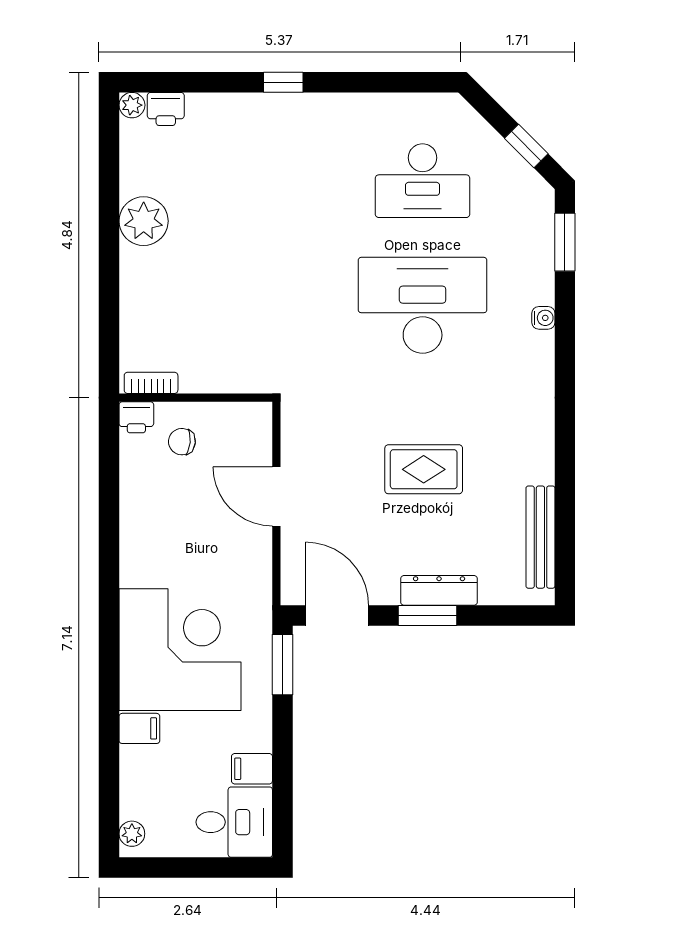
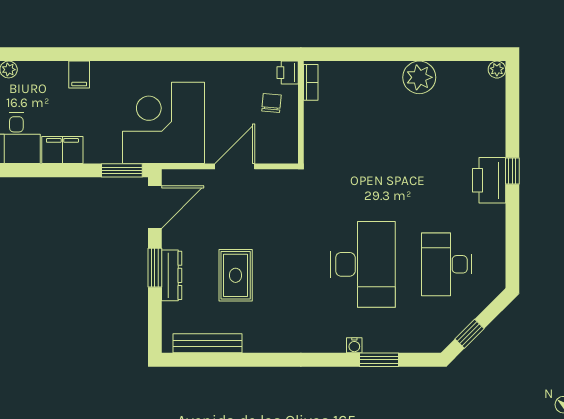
printer: (166, 109) -> (489, 180), moved, width x1.87, depth x1.48
window: (565, 242) -> (379, 360), moved
rug: (424, 469) -> (236, 275), moved
corner desk: (180, 650) -> (163, 123), moved, turned 180
filing cabinet: (252, 769) -> (62, 150), width x2.00

